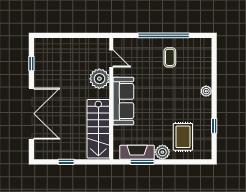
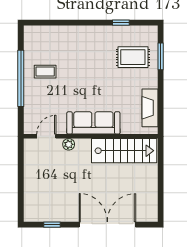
plant: (99, 79) -> (69, 144), width x0.53, depth x0.53
plant: (206, 91) -> (82, 31), removed
plant: (162, 152) -> (150, 80), removed
window: (66, 162) -> (161, 186), removed
window: (142, 162) -> (161, 56), moved

